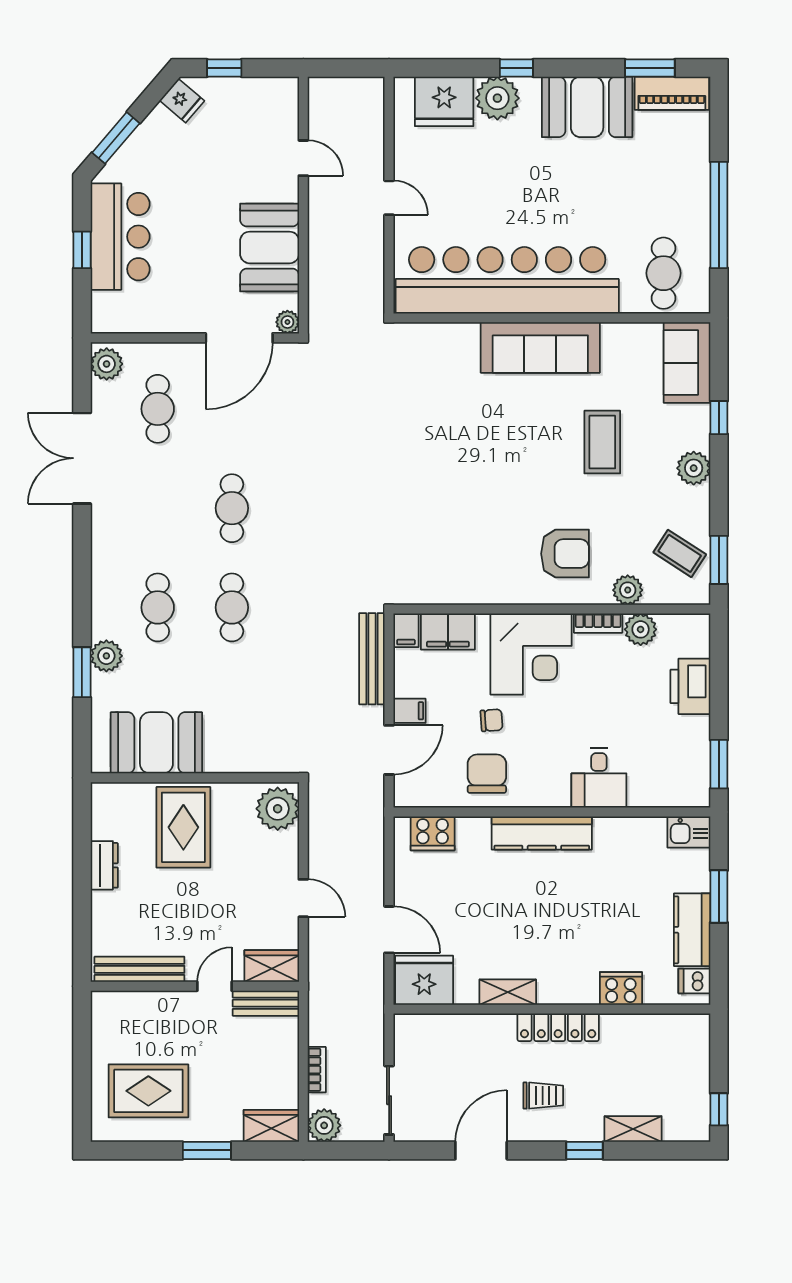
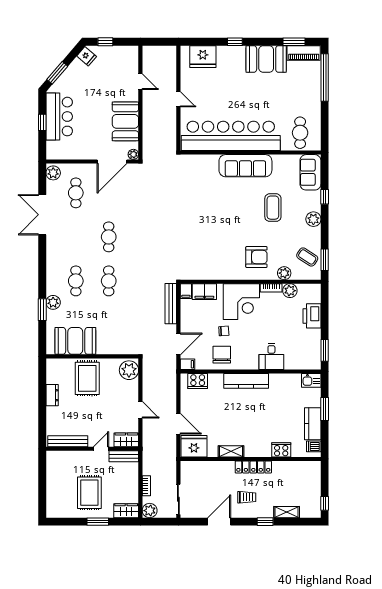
plant: (497, 98) -> (226, 55), removed
window: (719, 215) -> (325, 77), moved
filing cabinet: (410, 711) -> (187, 364), moved
rug: (148, 1091) -> (89, 493), moved, turned 90

